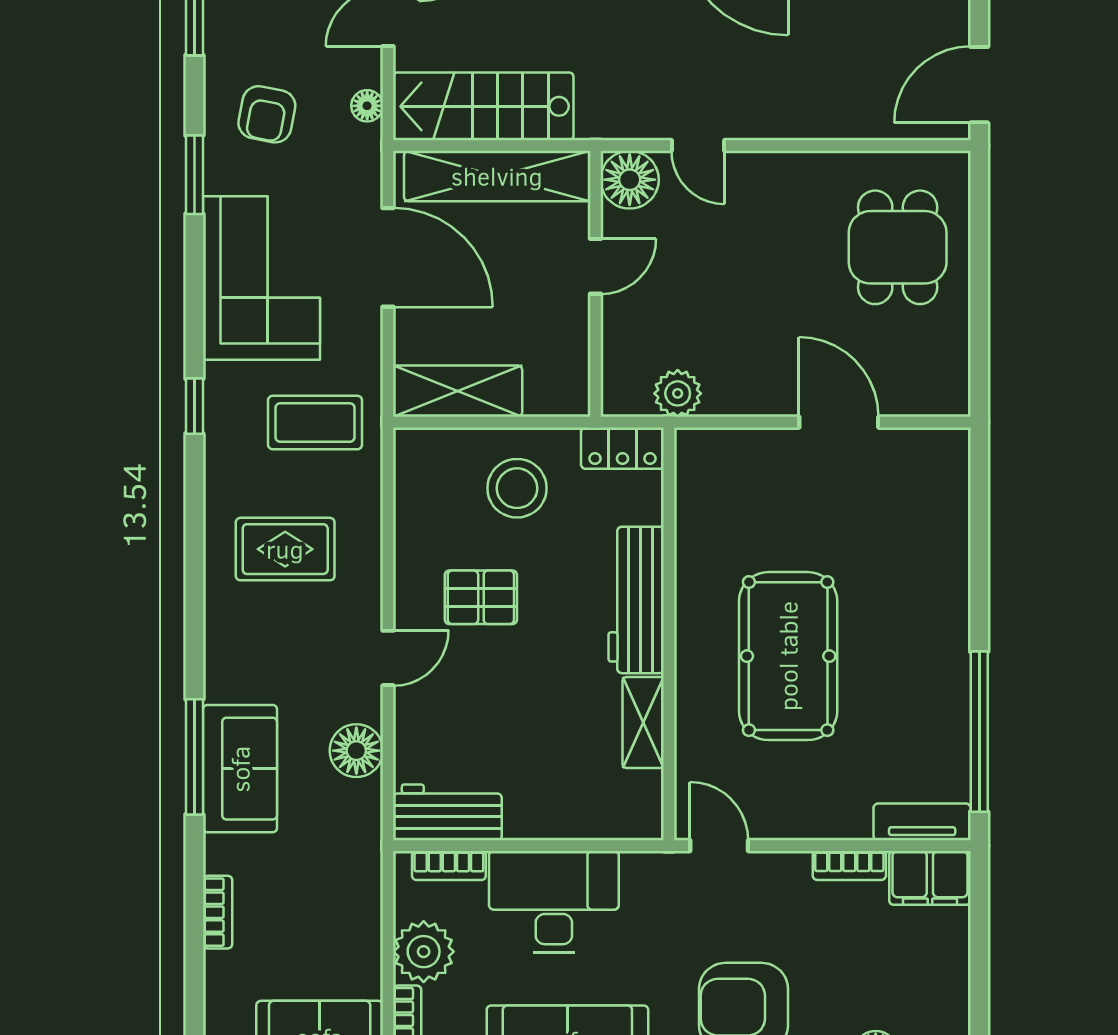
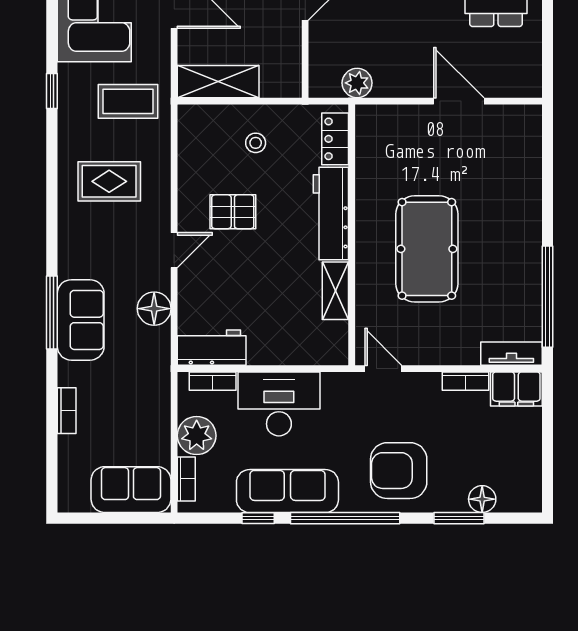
locker: (622, 448) -> (335, 139), moved, turned 90
stool: (517, 488) -> (256, 143), width x0.53, depth x0.53

